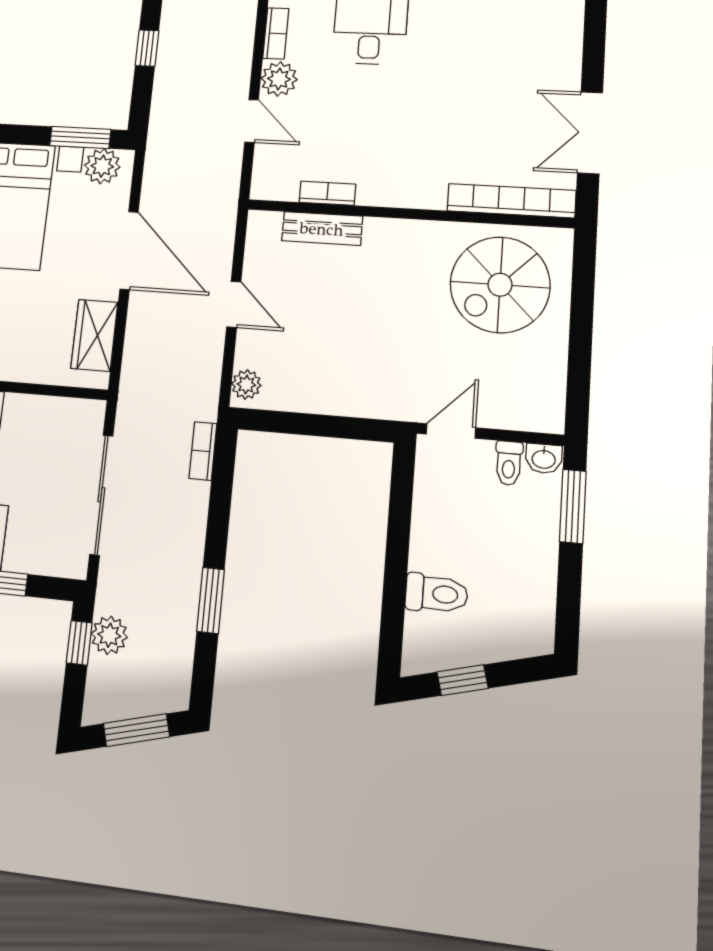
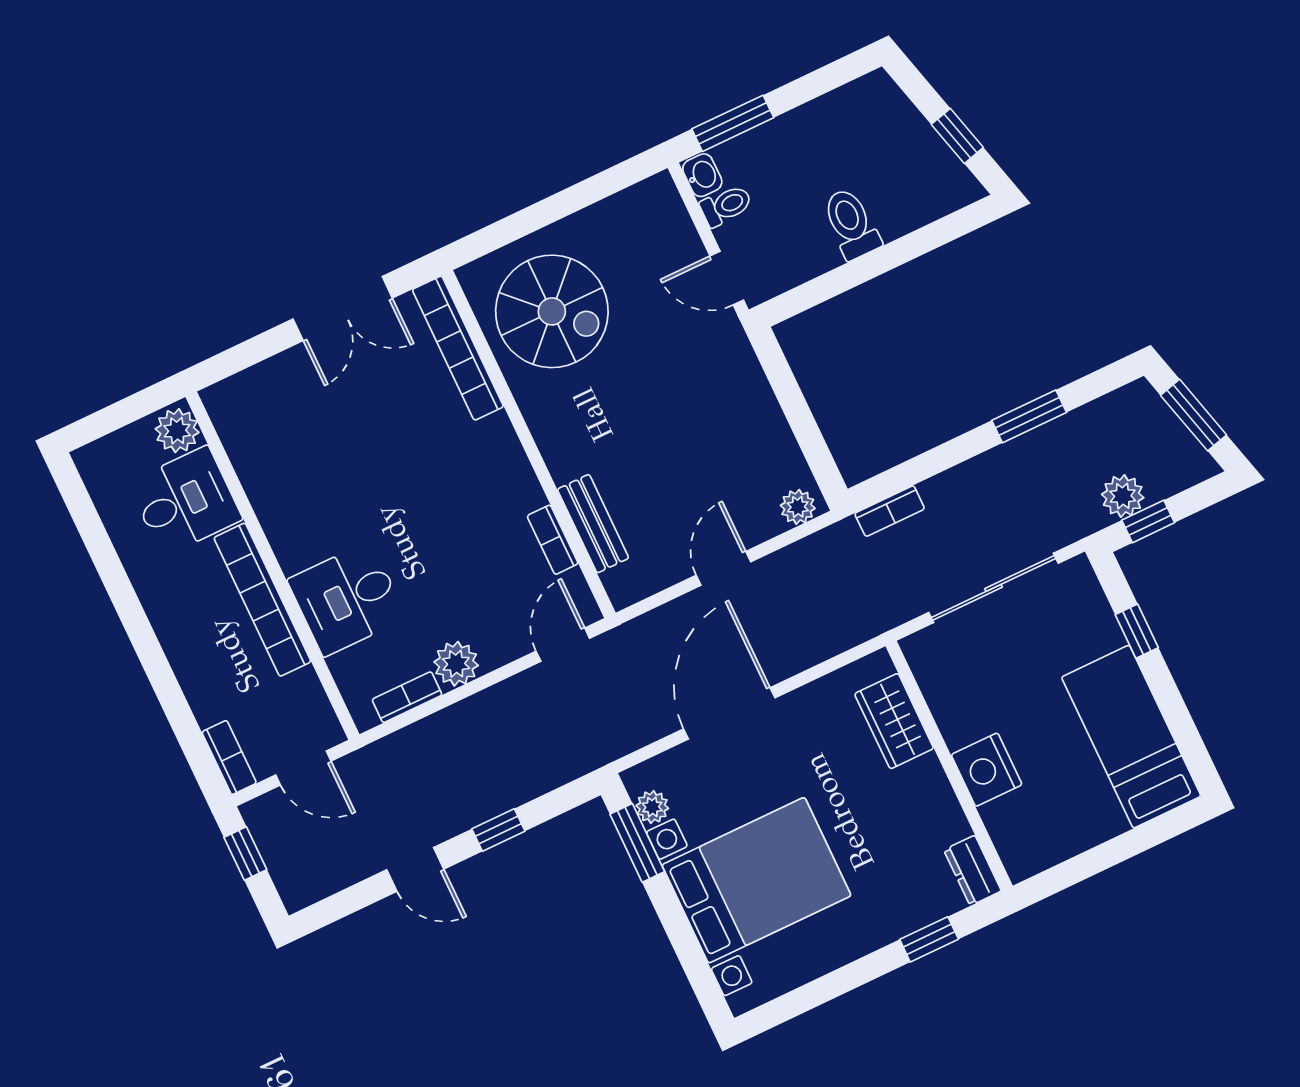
door: (252, 121) -> (563, 645), moved
plant: (102, 166) -> (652, 807), width x0.73, depth x0.73
wardrobe: (94, 335) -> (894, 721), moved, turned 90
toilet: (437, 594) -> (851, 224), moved

